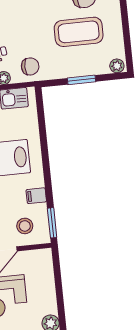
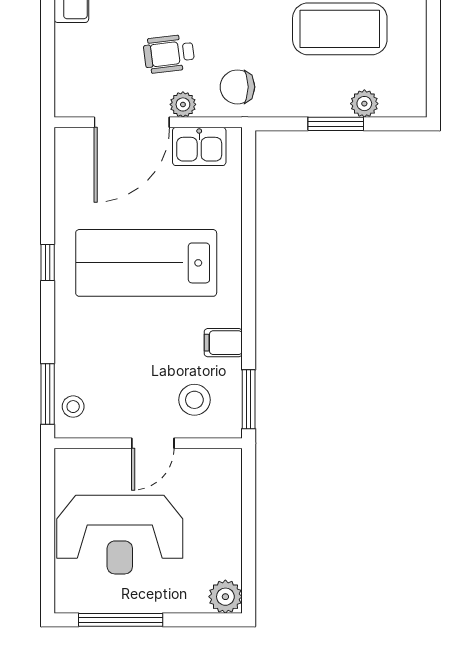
chair: (30, 66) -> (237, 87), turned 180
plant: (117, 66) -> (364, 104), moved

